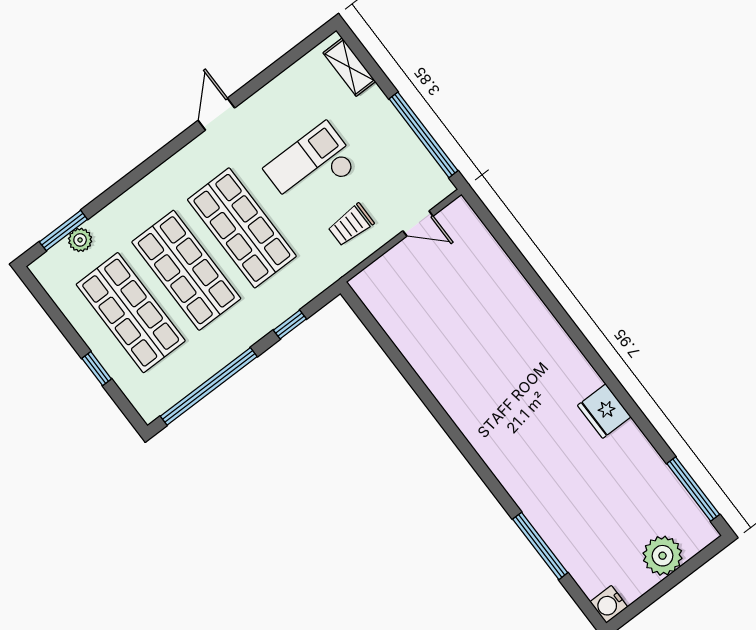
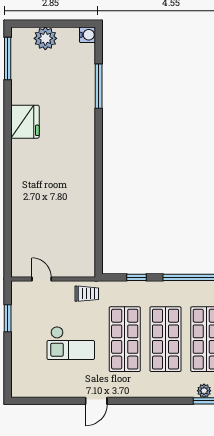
shelving: (349, 67) -> (18, 376), removed
window: (423, 135) -> (8, 318), width x0.47
trolley: (351, 225) -> (87, 294), moved
fridge: (604, 411) -> (25, 122), width x1.36, depth x1.34

